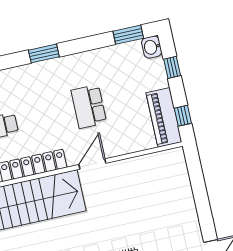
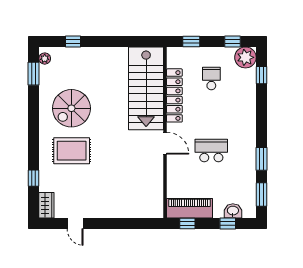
washbasin: (152, 47) -> (233, 211), moved
window: (44, 53) -> (261, 159), moved

